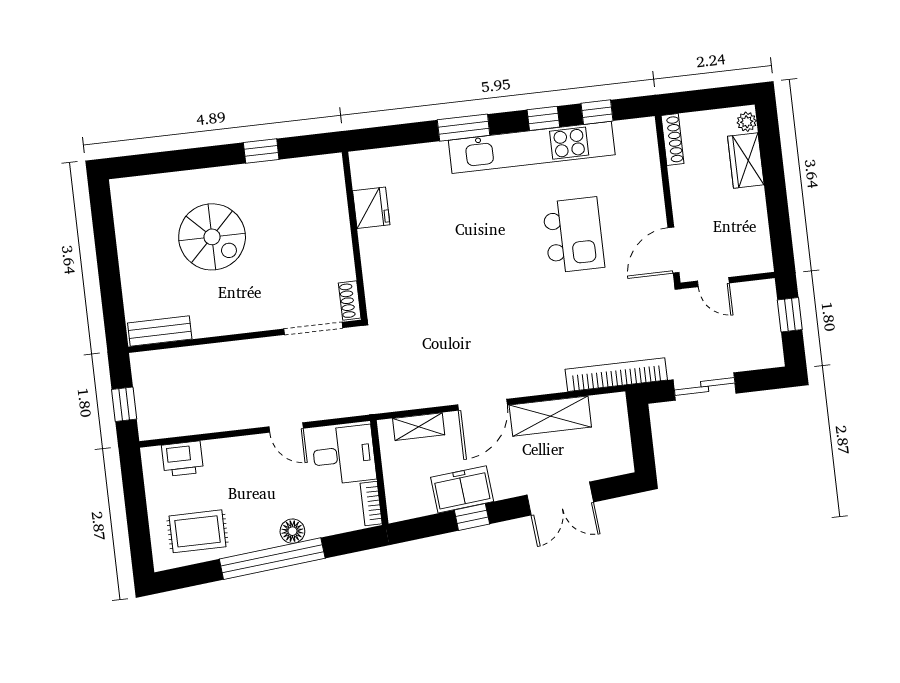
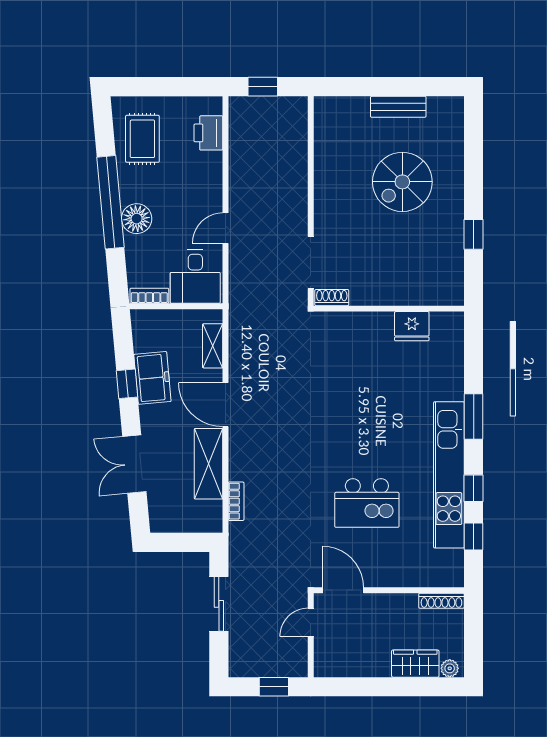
bench: (160, 331) -> (398, 107), moved, turned 90
bookcase: (616, 375) -> (236, 501), width x0.43, depth x0.76
floor lamp: (292, 531) -> (137, 219), width x1.38, depth x1.38

